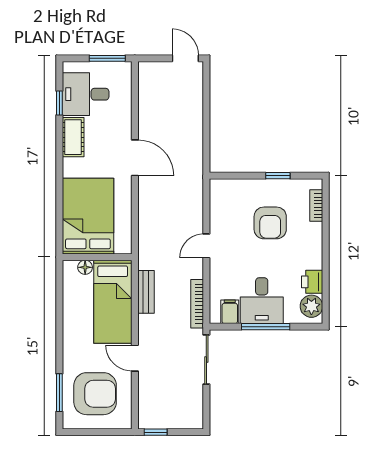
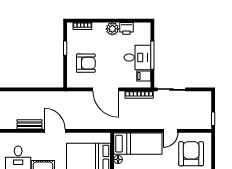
door: (135, 158) -> (55, 131), hinge flipped
armchair: (270, 223) -> (86, 63), moved
door: (206, 246) -> (106, 89), width x1.88
bench: (146, 292) -> (30, 124), moved
plant: (311, 306) -> (112, 29), moved

